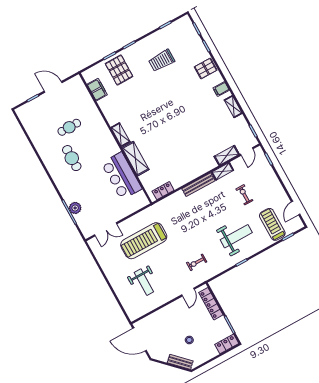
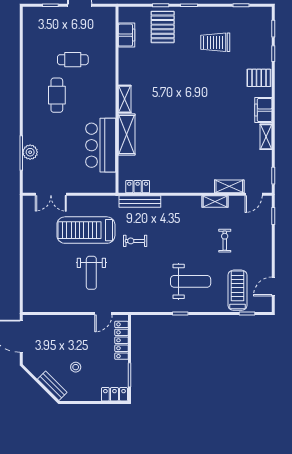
filing cabinet: (221, 89) -> (263, 110), width x2.00
bench: (198, 185) -> (140, 202), moved
exercise bike: (197, 262) -> (135, 241), moved
weight bench: (144, 282) -> (91, 273), moved

